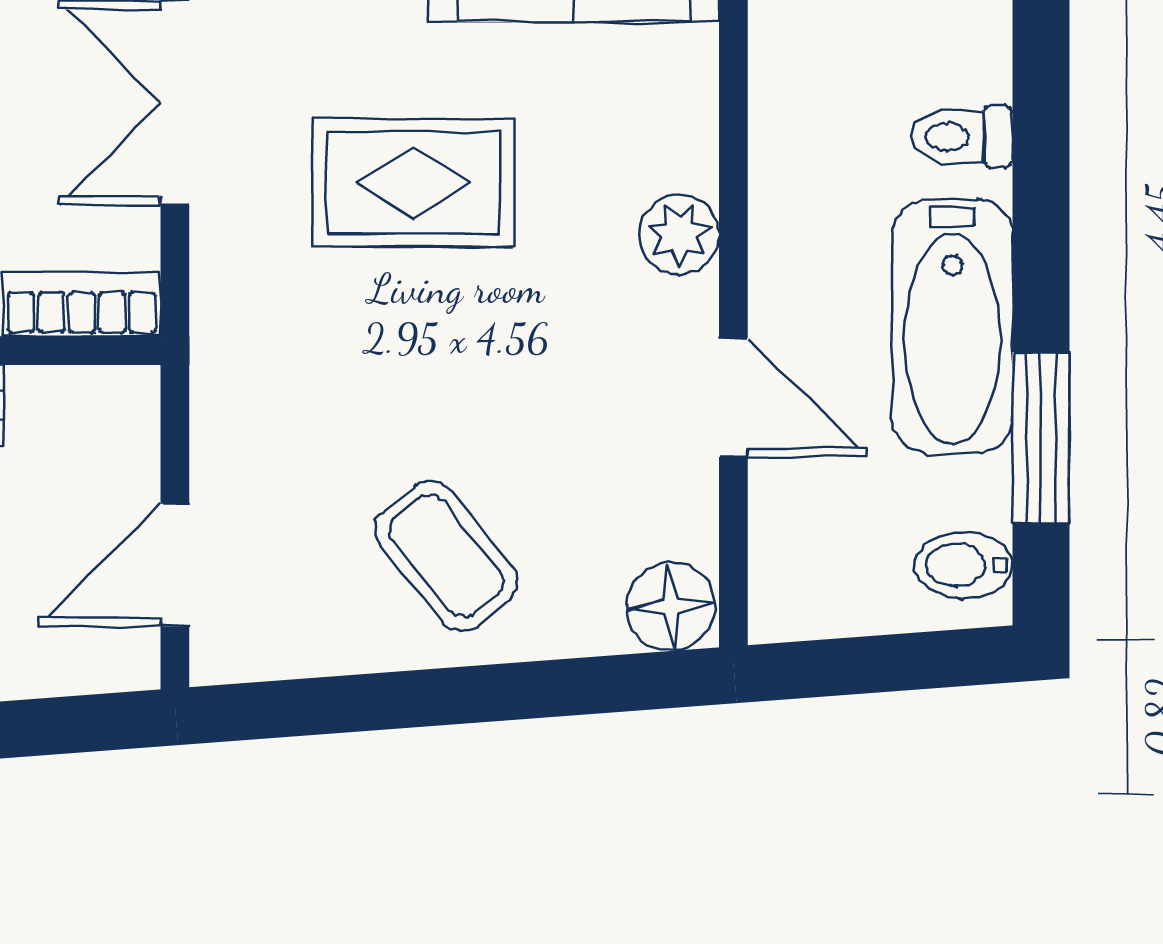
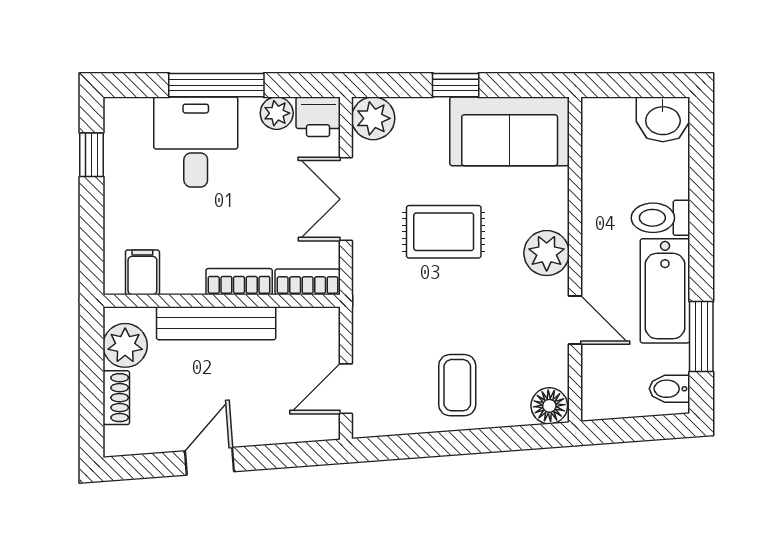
toilet: (961, 137) -> (660, 218), width x1.37, depth x1.39
plant: (679, 234) -> (547, 253), width x1.38, depth x1.38
coffee table: (446, 556) -> (457, 385), turned 39

